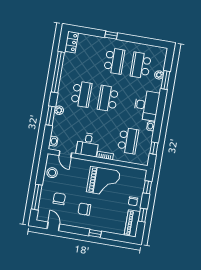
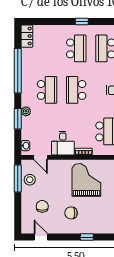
window: (111, 35) -> (82, 21), moved
grand piano: (103, 182) -> (86, 180), turned -90
window: (37, 197) -> (18, 179), moved

